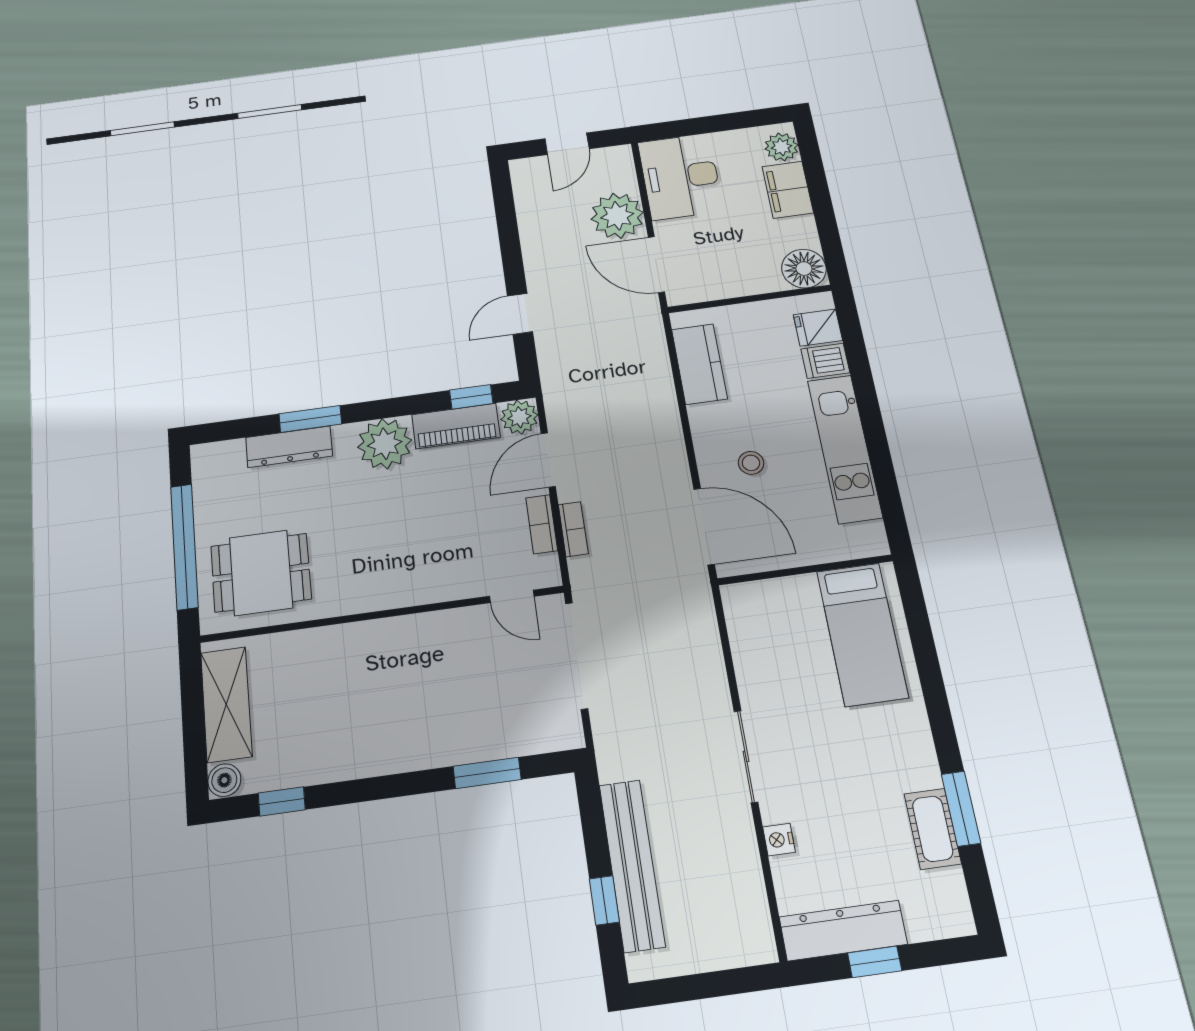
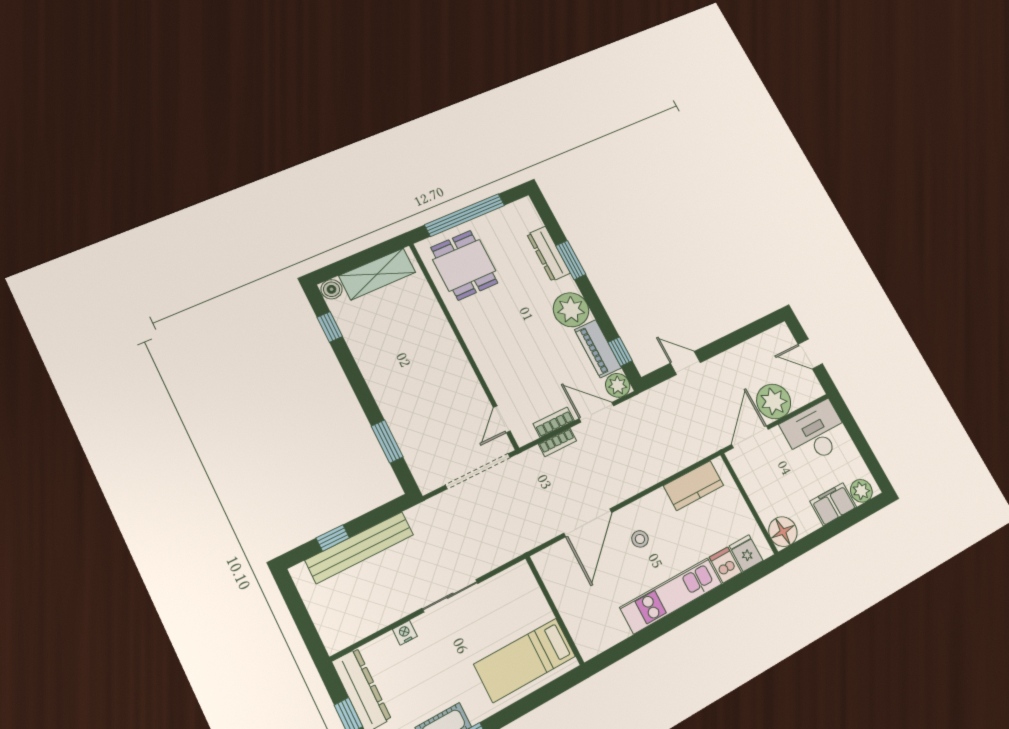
wall: (805, 570) -> (555, 610), moved
bed: (862, 634) -> (525, 660), moved

